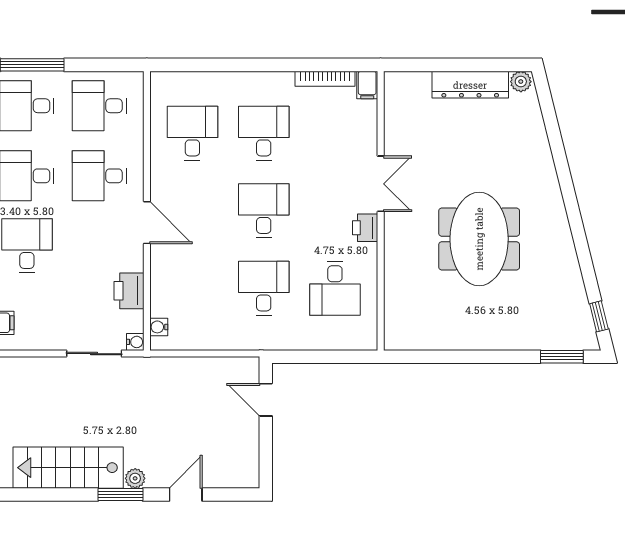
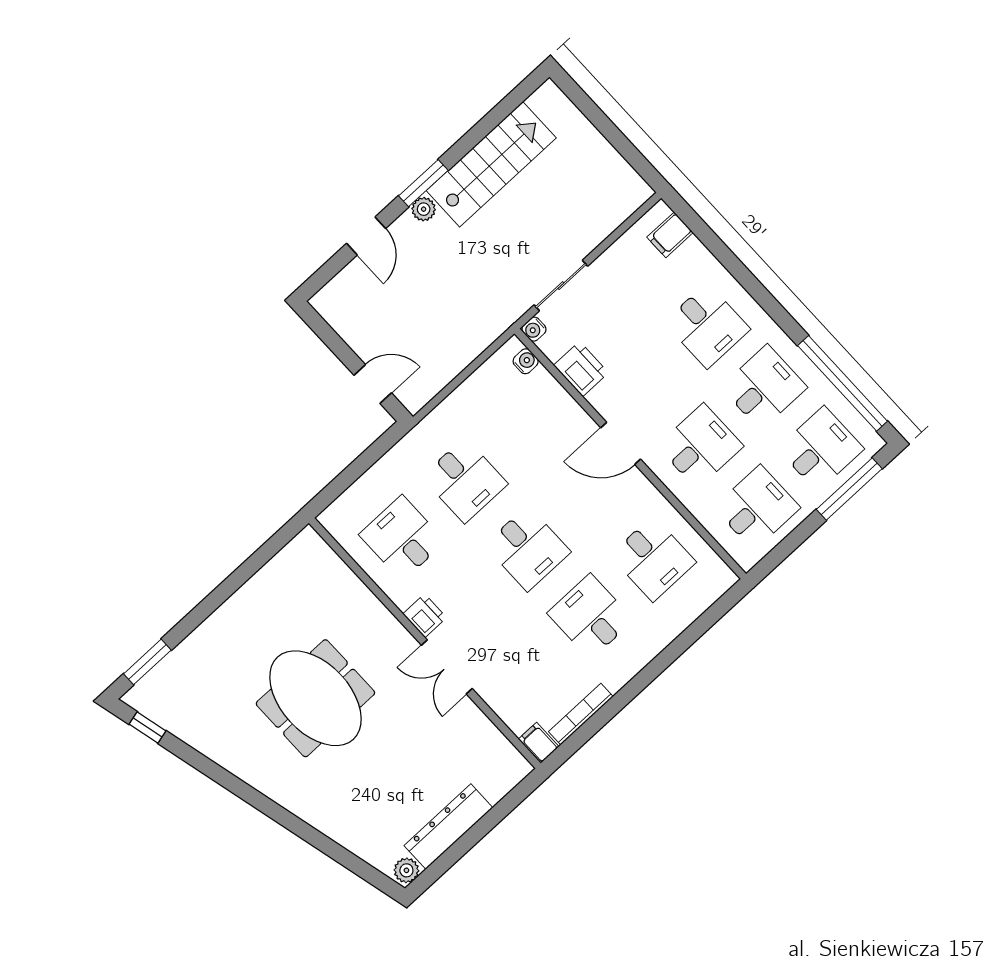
desk: (264, 133) -> (590, 617), turned 180

